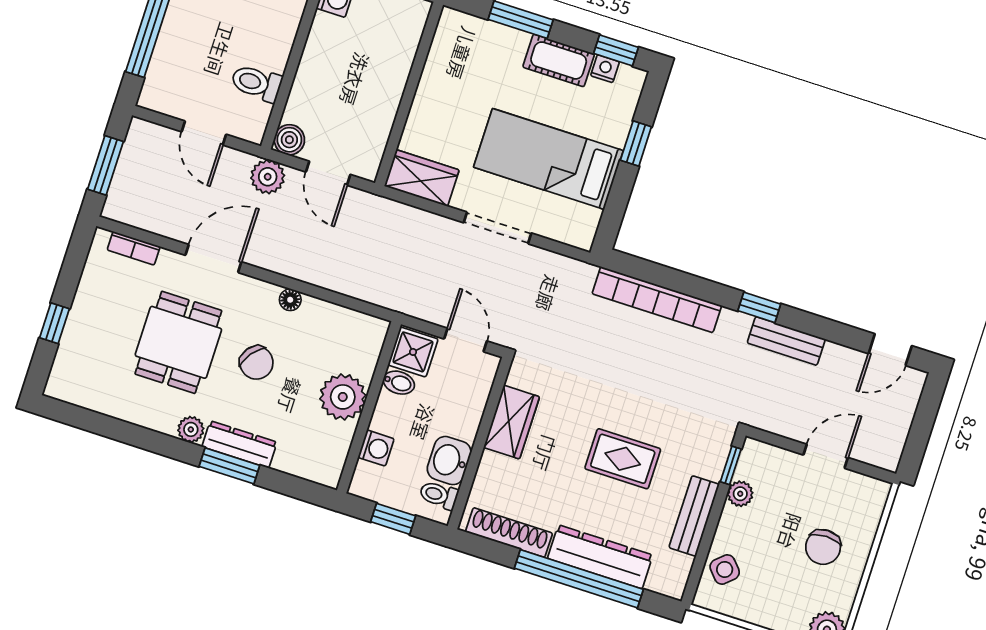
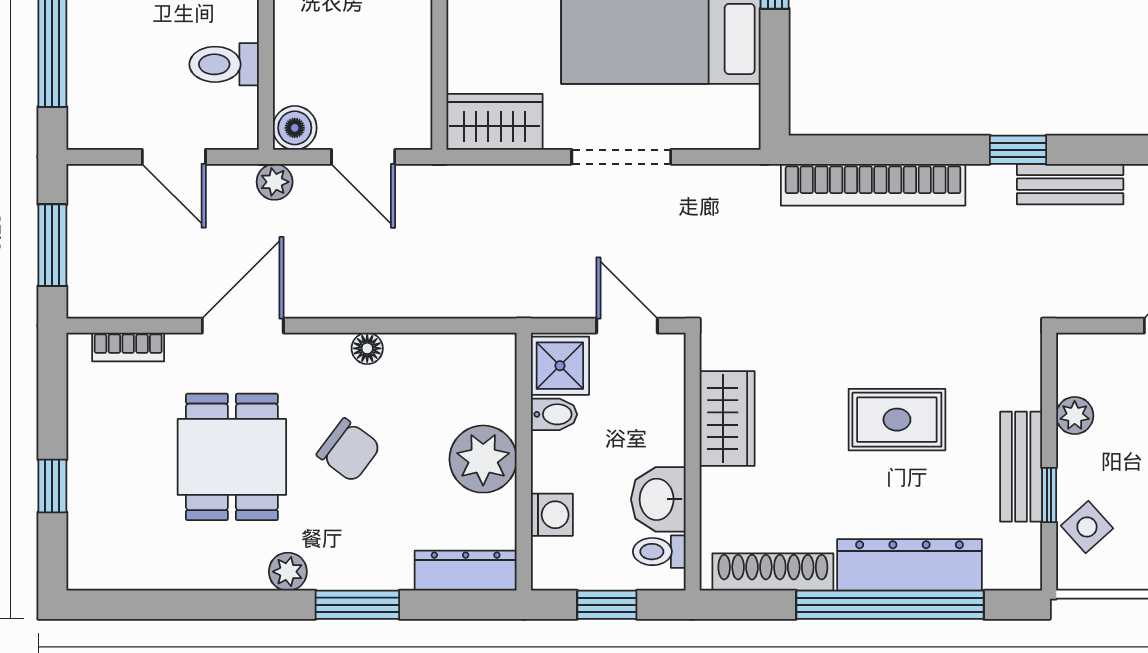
plant: (268, 177) -> (275, 182), width x0.73, depth x0.73
dresser: (239, 444) -> (466, 571), moved
window: (731, 465) -> (1049, 495), moved

